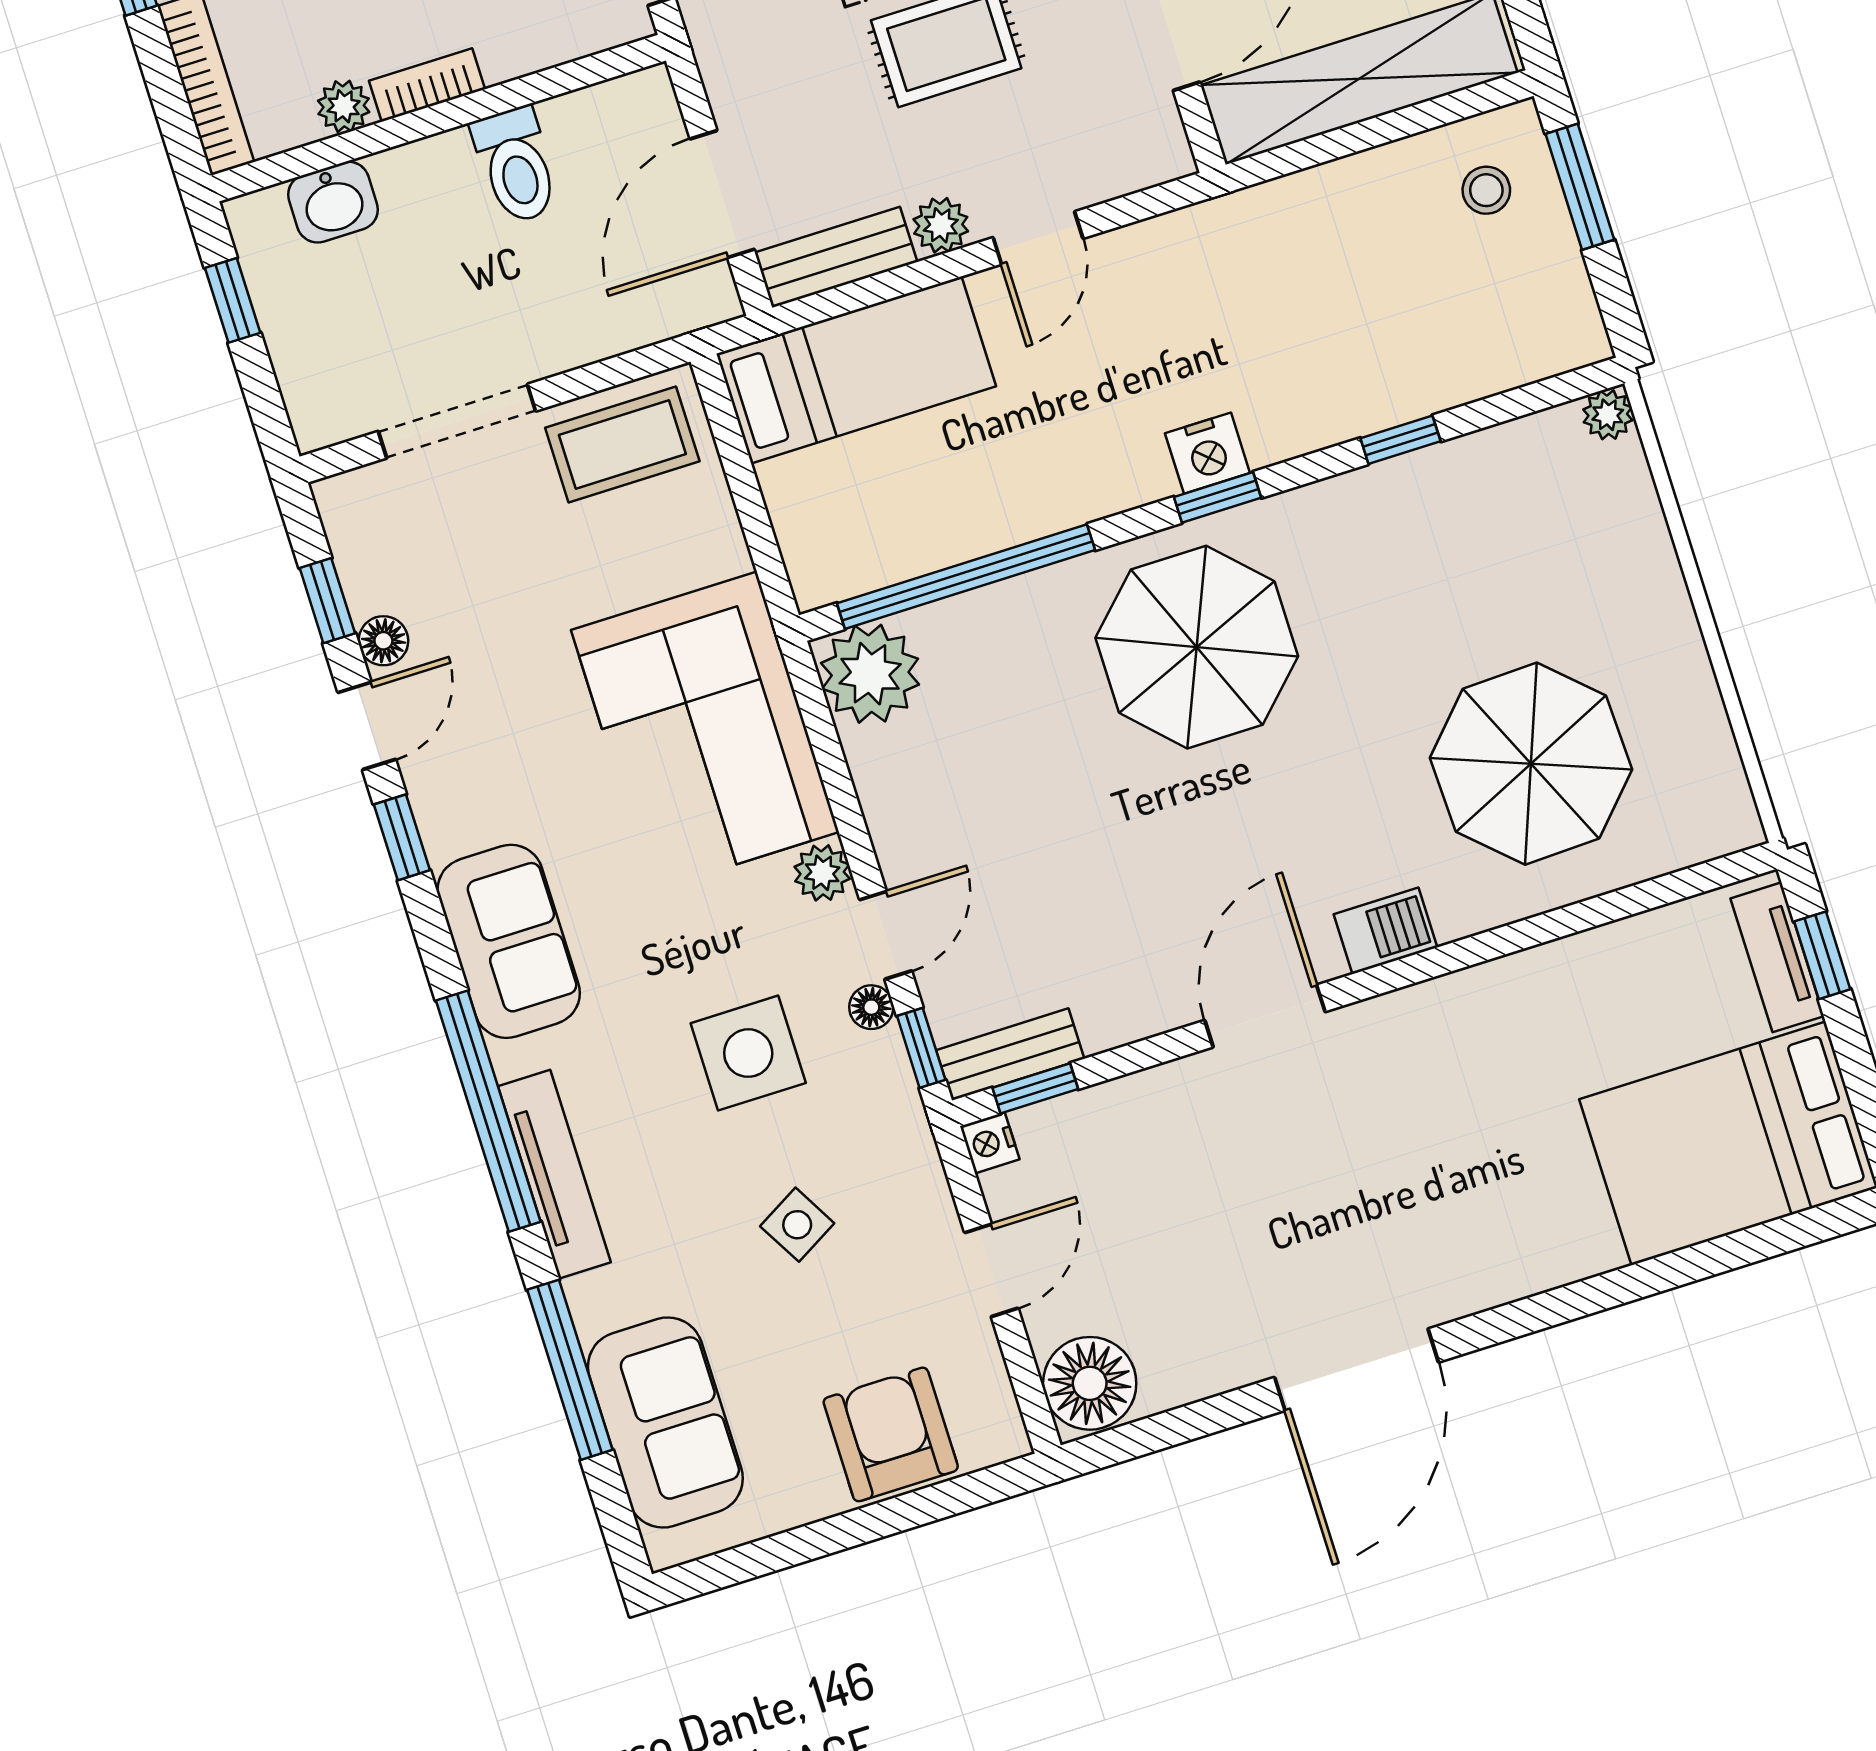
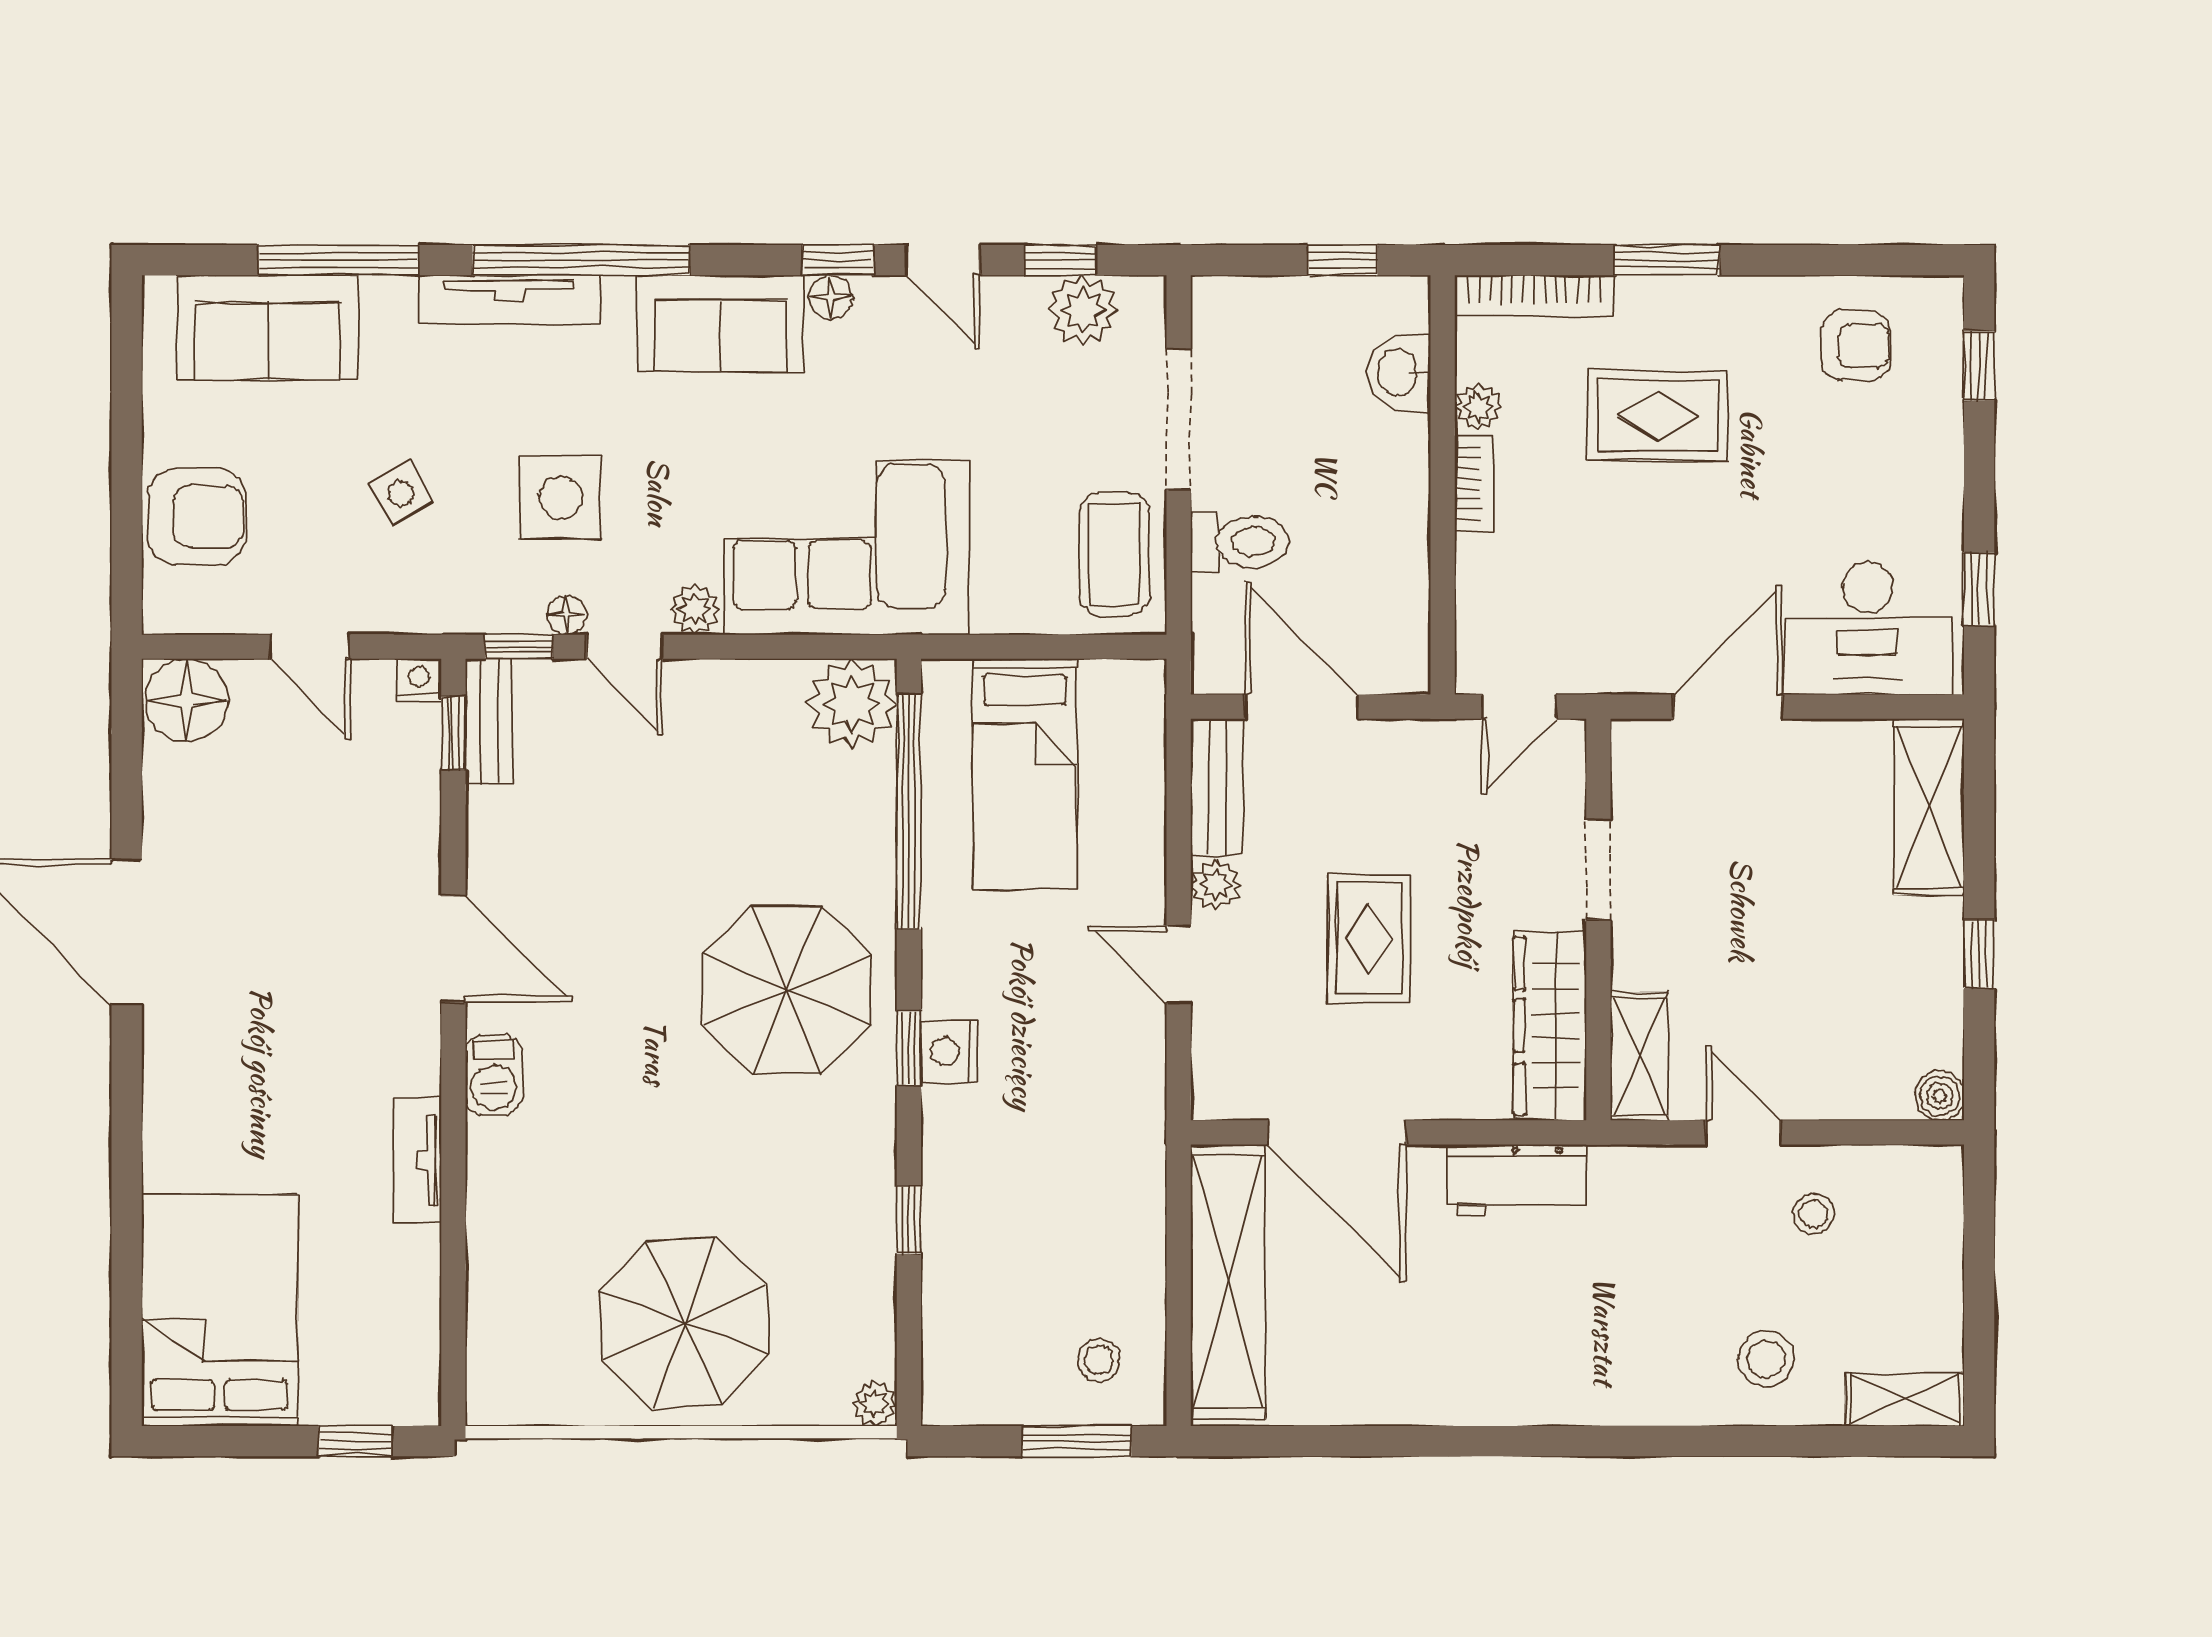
toilet: (516, 165) -> (1240, 542), moved, turned 180
bed: (856, 370) -> (1025, 774), moved
plant: (373, 560) -> (1083, 310), added
floor lamp: (383, 641) -> (831, 297), moved
parasol: (1531, 764) -> (684, 1323), moved
tv unit: (1777, 957) -> (417, 1160), moved, turned -90

